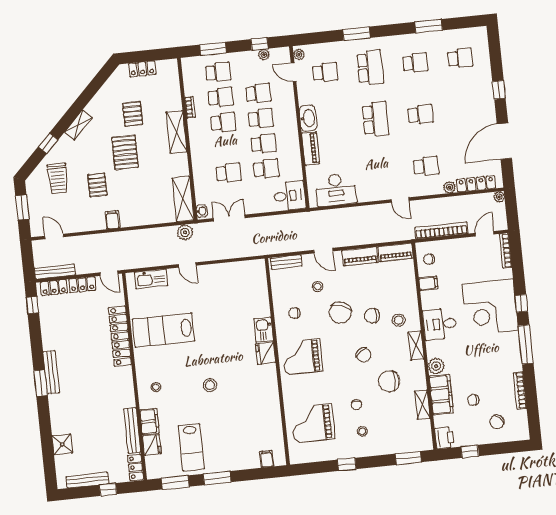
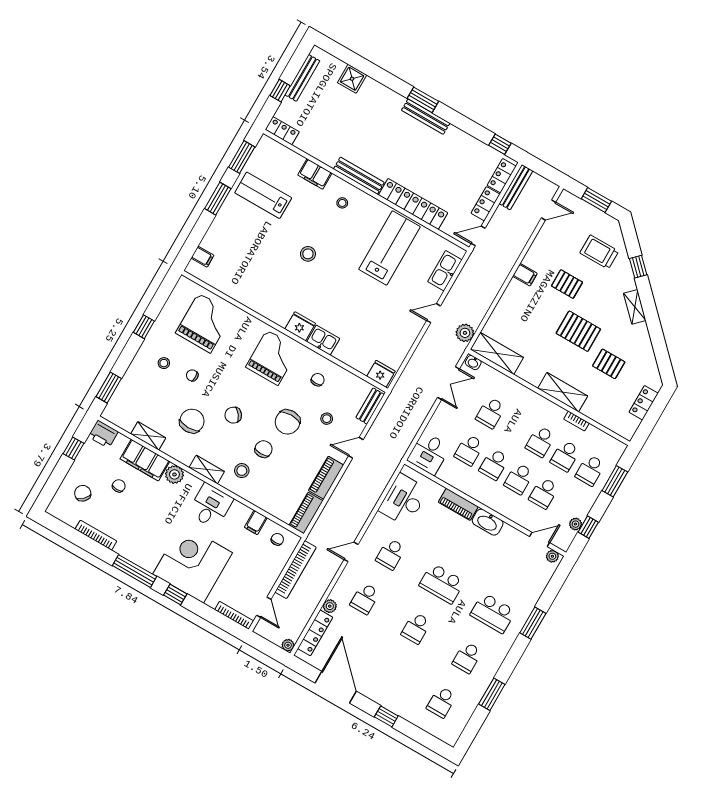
school desk: (325, 72) -> (391, 554), moved
chair: (340, 313) -> (288, 422), turned -111
bench: (132, 430) -> (359, 176), moved
fridge: (152, 445) -> (381, 374), moved, turned 180

